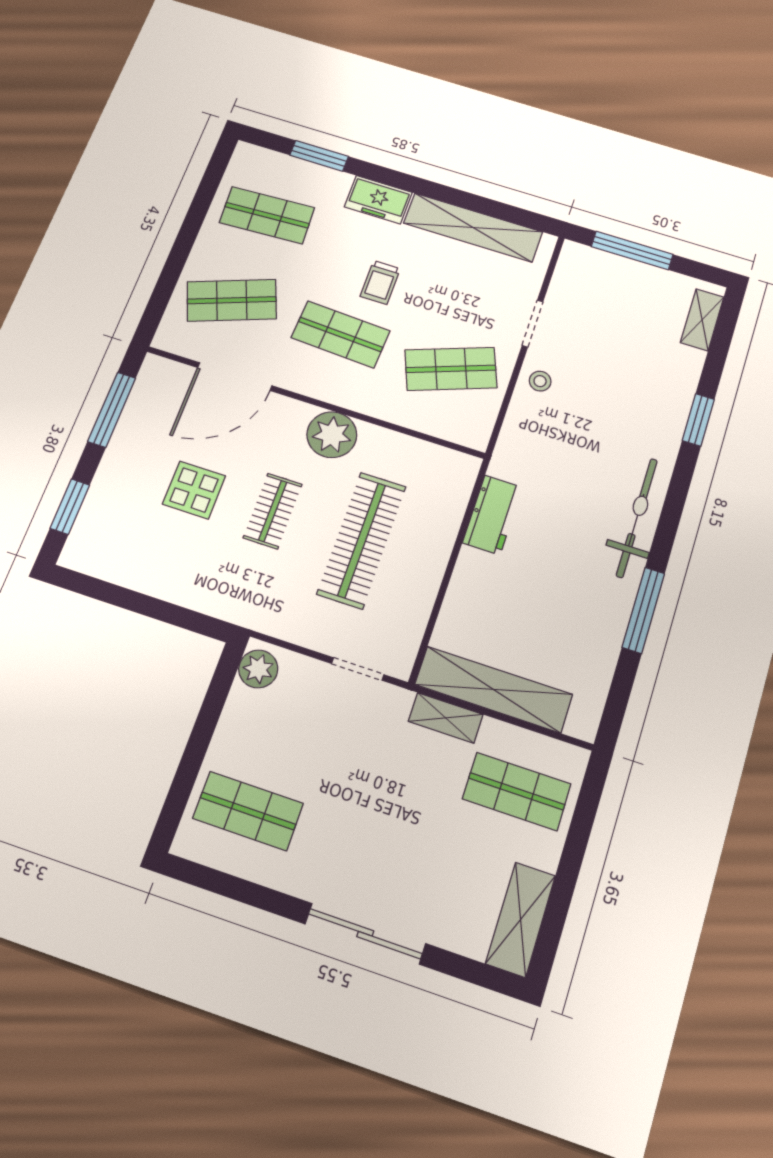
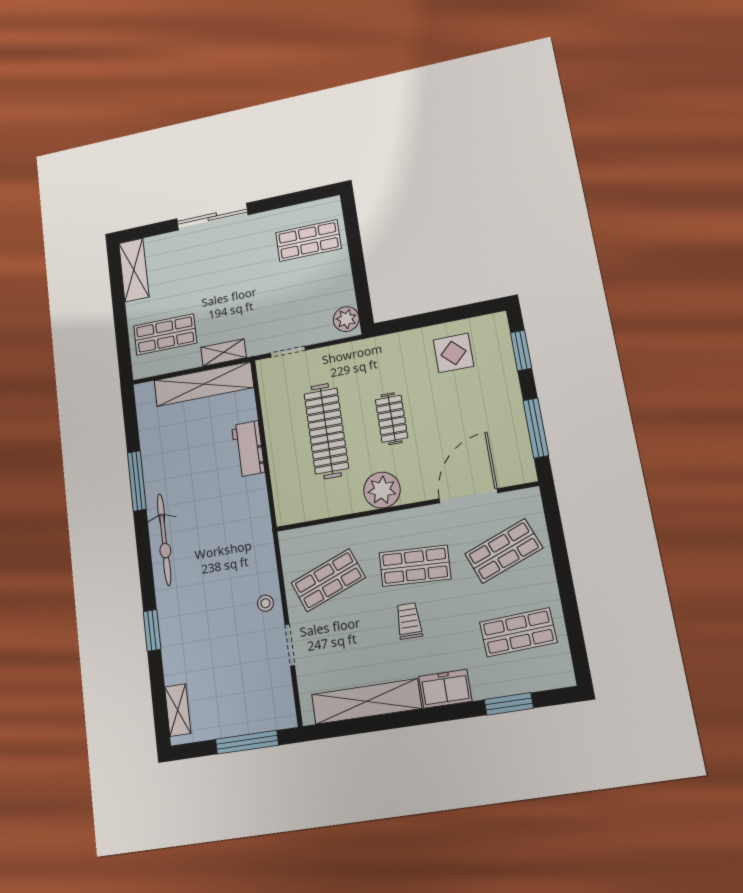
display table: (194, 490) -> (453, 353), moved
workbench: (492, 515) -> (248, 449), moved

